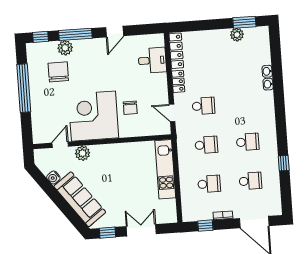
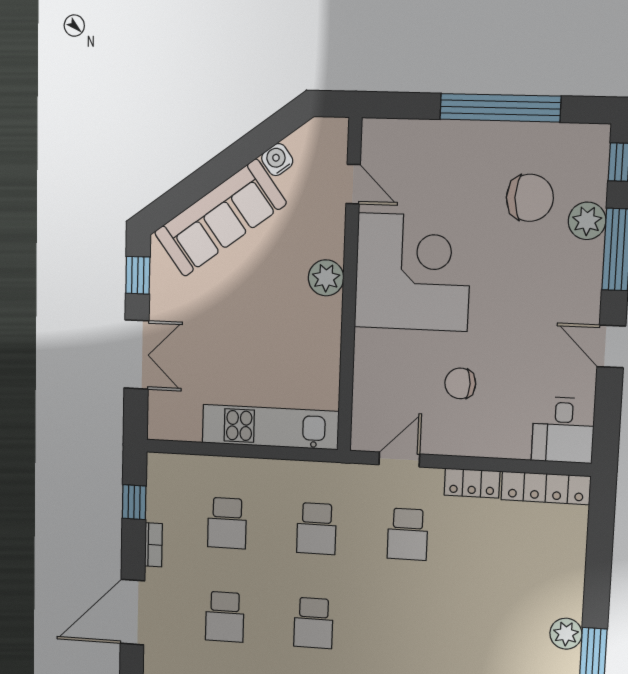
desk: (152, 60) -> (563, 430), moved
chair: (130, 108) -> (460, 383), moved
plant: (83, 153) -> (326, 278), moved

